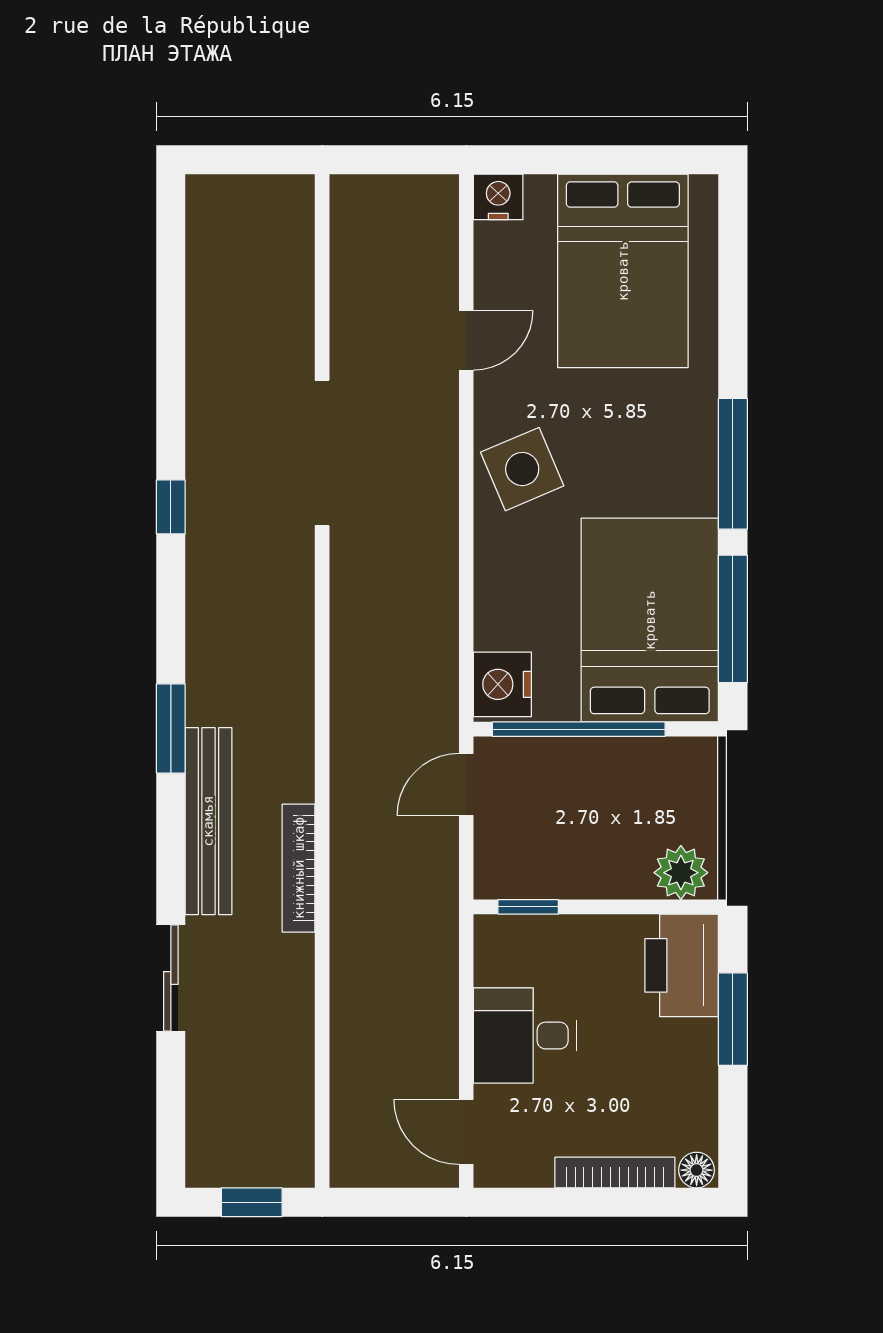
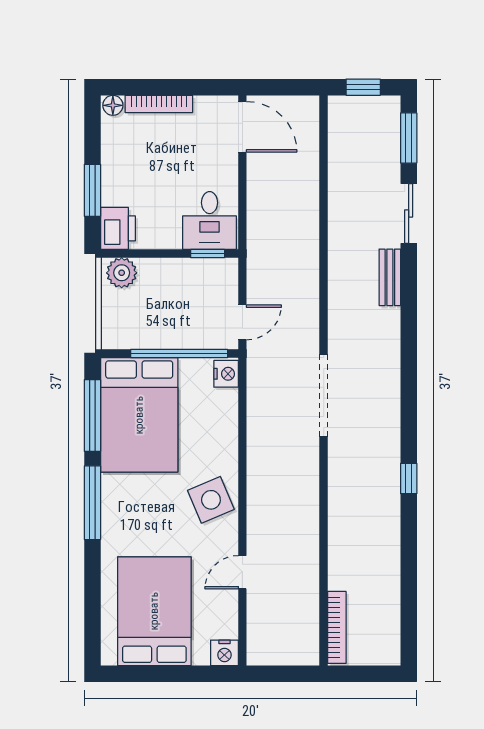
doorway: (322, 453) -> (324, 396), moved
nightstand: (502, 684) -> (226, 374), width x0.74, depth x0.75
window: (171, 729) -> (409, 138), moved
bench: (208, 821) -> (390, 277), width x0.54, depth x0.82
bookcase: (299, 868) -> (337, 627), moved
printer: (682, 965) -> (118, 228), width x0.73, depth x0.84
desk: (525, 1036) -> (210, 220), moved, turned 90
door: (466, 1132) -> (242, 127), width x1.38

